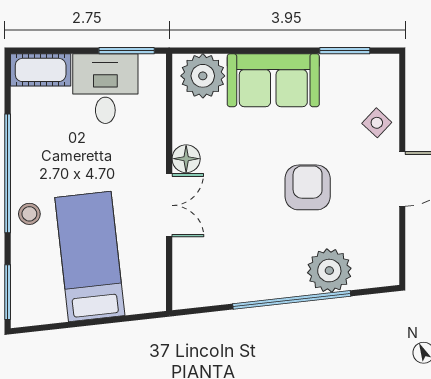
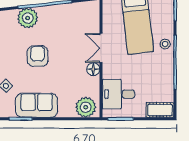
sofa: (273, 80) -> (37, 105), moved
desk: (105, 89) -> (118, 94), moved, turned 90
armchair: (308, 187) -> (38, 56), turned 180

